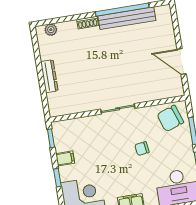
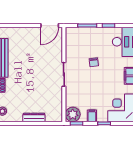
door: (182, 62) -> (50, 25), moved
chair: (170, 118) -> (76, 40), removed
plant: (63, 131) -> (73, 114), added

